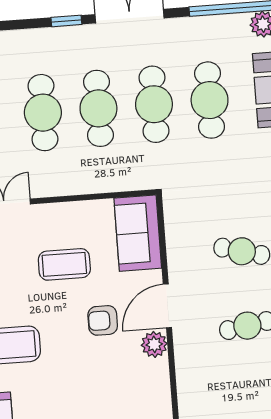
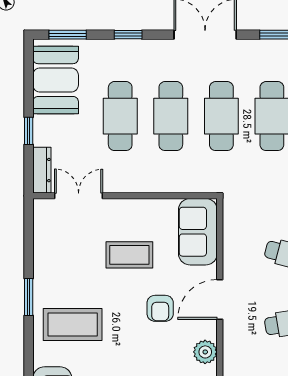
window: (66, 21) -> (128, 35), moved
armchair: (103, 320) -> (160, 308), turned -90
plant: (154, 344) -> (205, 352), moved

